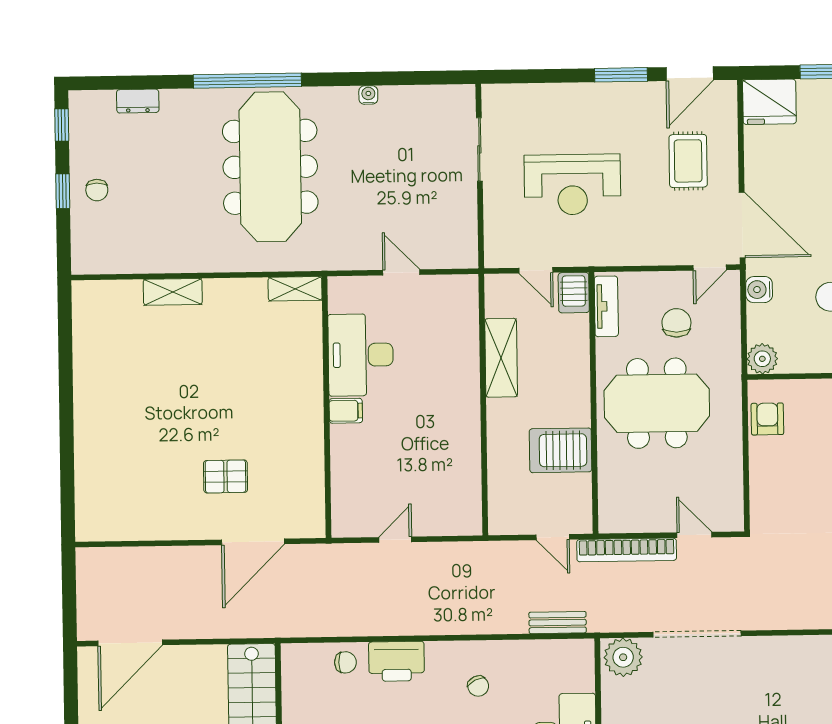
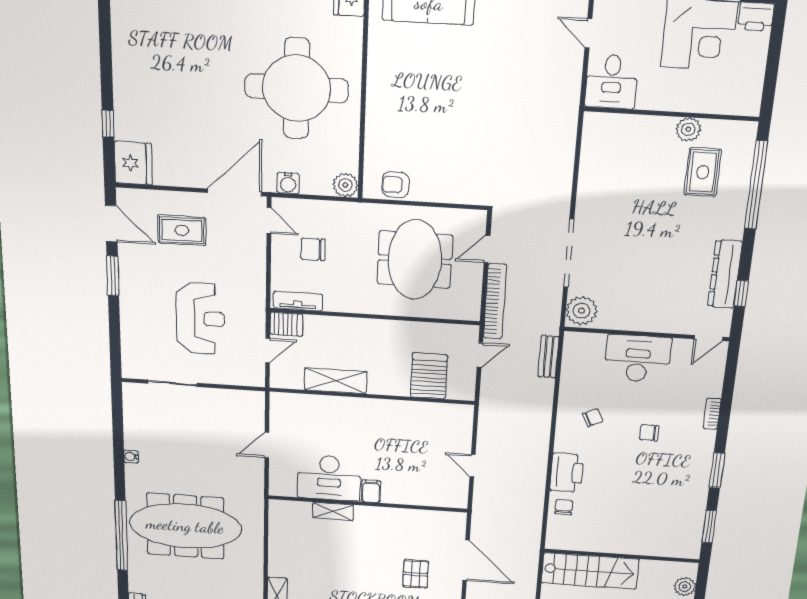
shelving: (295, 289) -> (333, 511), moved, turned 90
meeting table: (657, 403) -> (415, 260), moved
server rack: (561, 450) -> (429, 376), moved, turned 180

